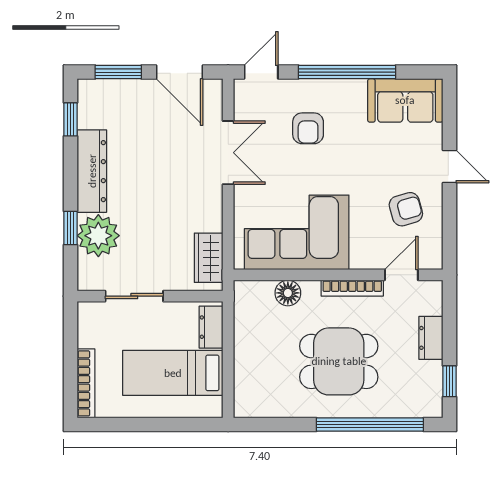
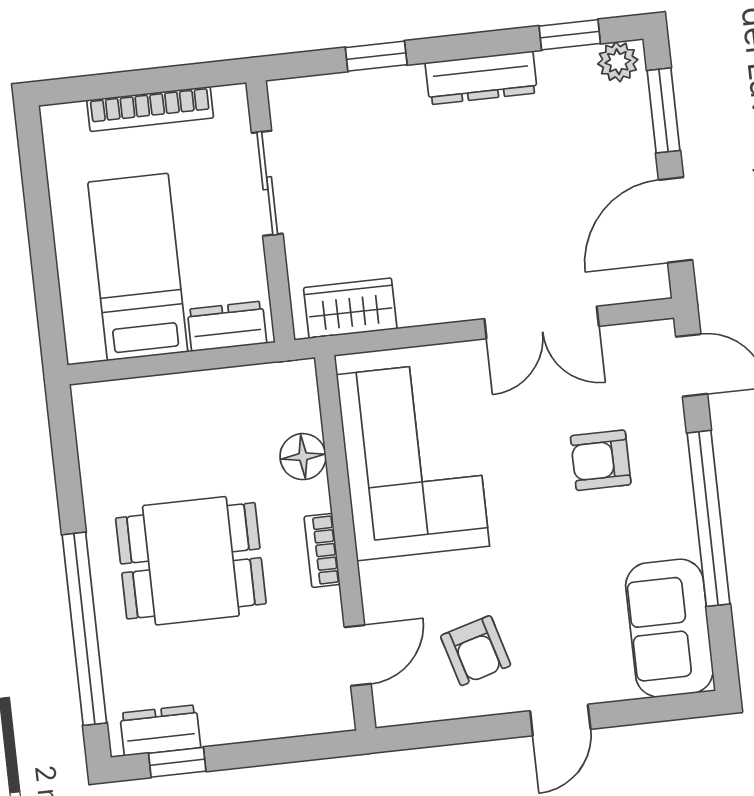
dresser: (92, 171) -> (481, 78), width x0.73, depth x0.80
plant: (98, 236) -> (618, 62), moved, width x0.53, depth x0.53
door: (401, 275) -> (358, 655), hinge flipped
bookcase: (352, 288) -> (322, 550), width x0.64
dresser: (431, 338) -> (160, 730), moved
dining table: (339, 361) -> (191, 561), turned 90
bookcase: (86, 383) -> (150, 109), moved

